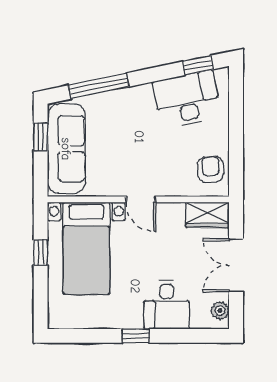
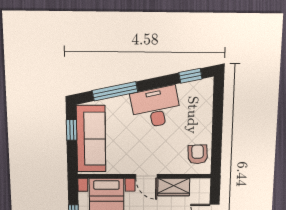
desk: (187, 99) -> (156, 107), moved
wardrobe: (207, 215) -> (174, 187), moved

